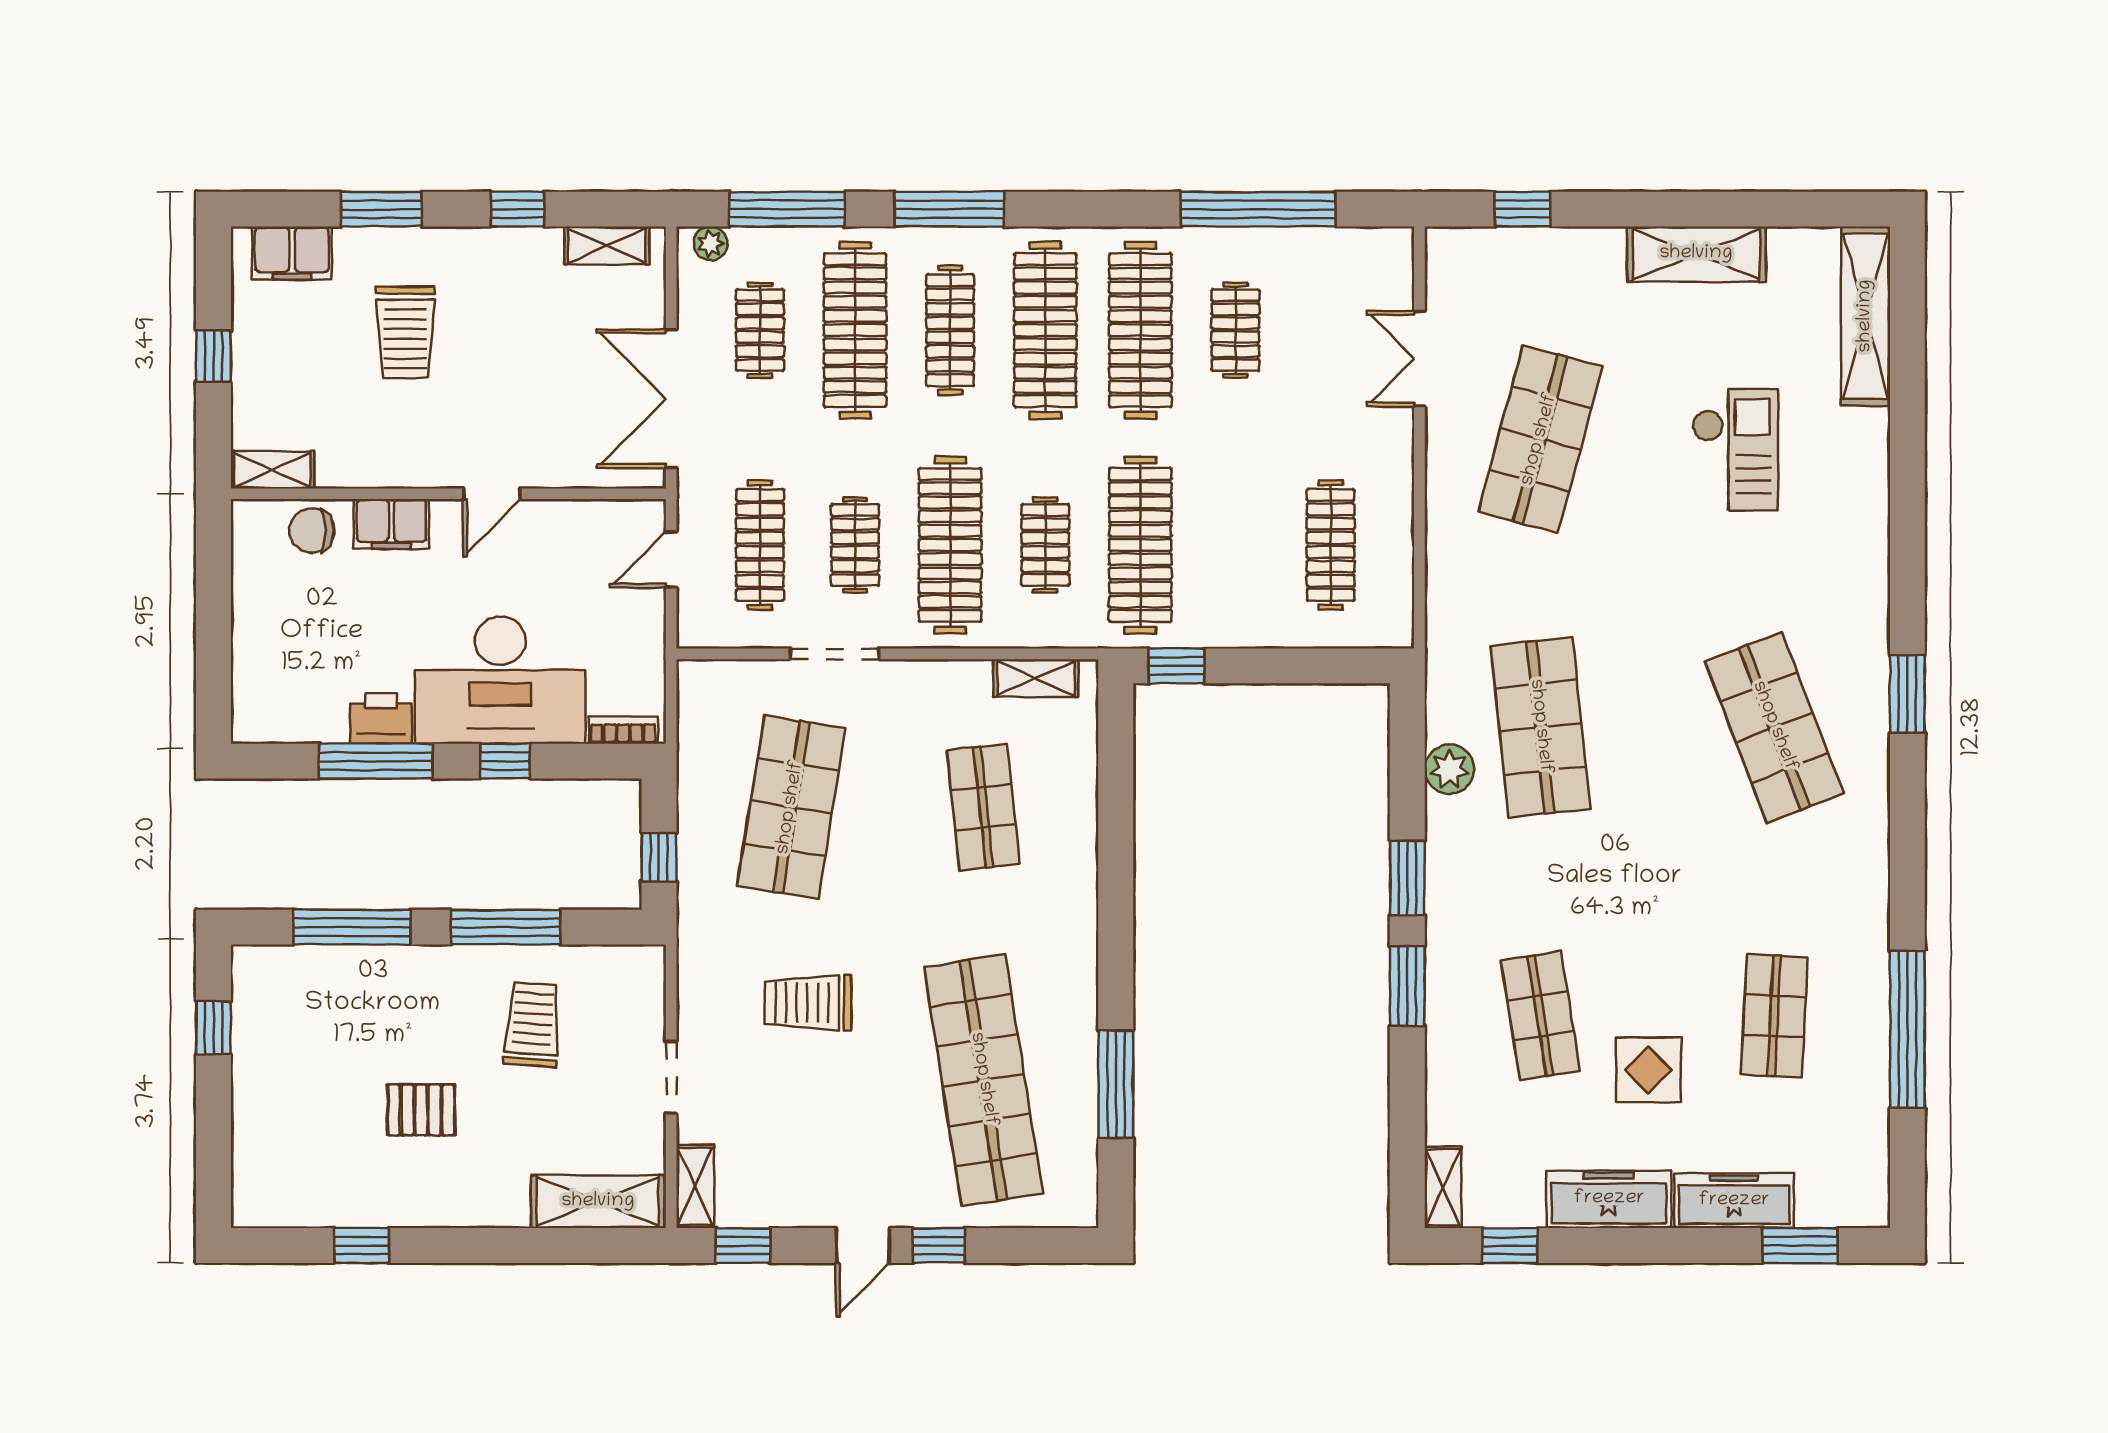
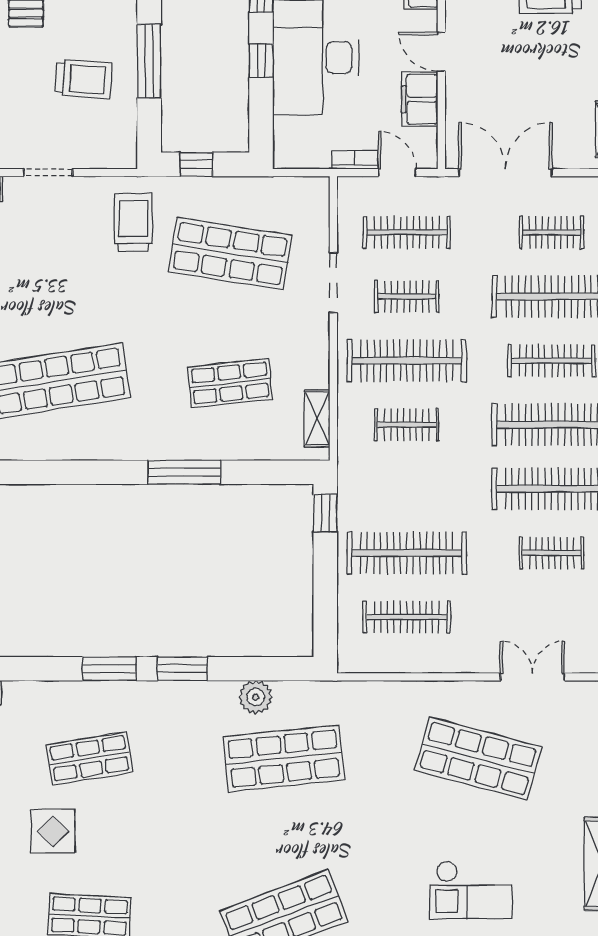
filing cabinet: (562, 526) -> (420, 99), added
clothes rail: (1140, 545) -> (407, 553), moved
bookcase: (623, 730) -> (355, 160), moved, turned -90
trolley: (808, 1003) -> (133, 223), moved
window: (1116, 1084) -> (184, 472), moved

